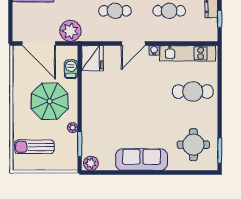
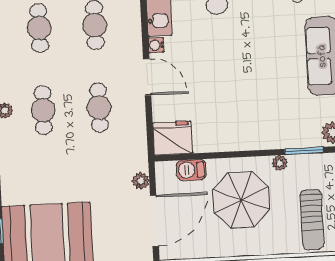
plant: (70, 31) -> (141, 181), width x0.53, depth x0.53

